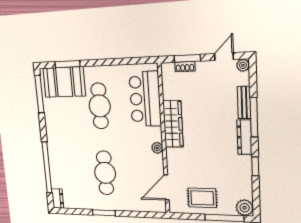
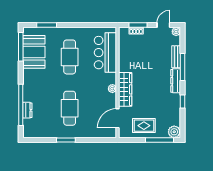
booth: (64, 82) -> (34, 52), moved, turned 90
wardrobe: (173, 124) -> (125, 89), moved
dresser: (58, 198) -> (27, 110), moved

